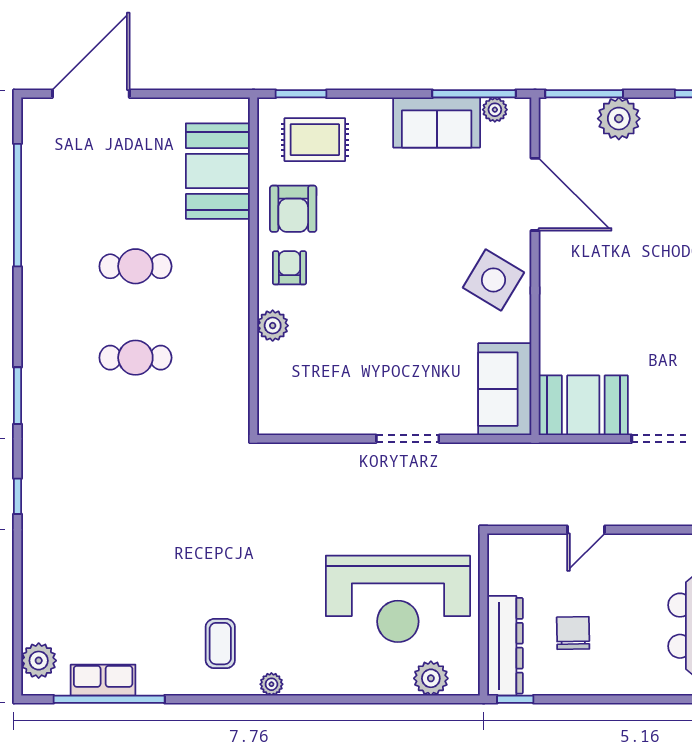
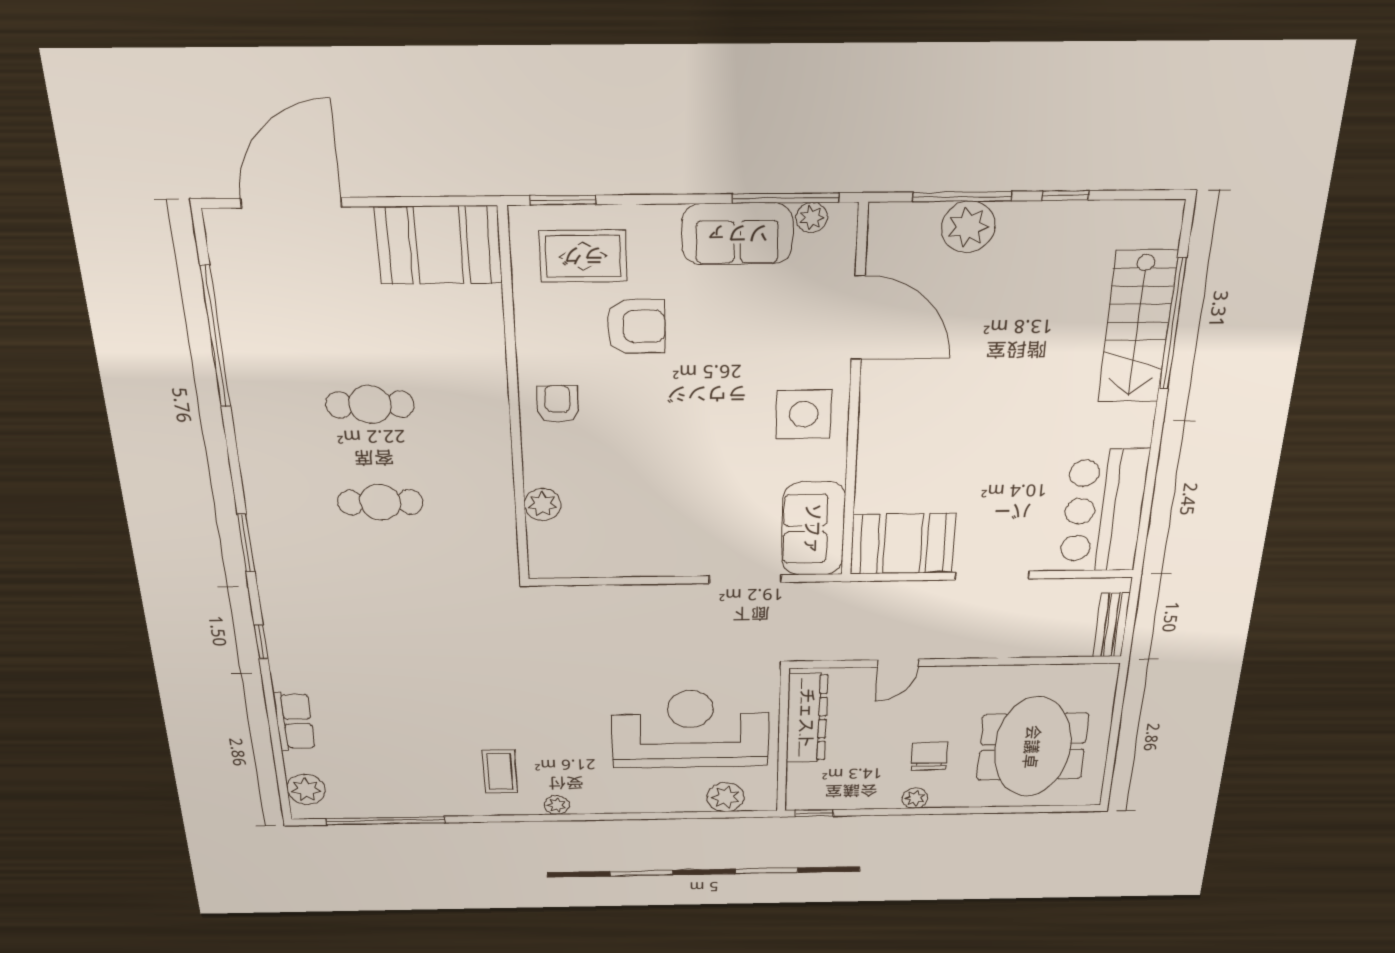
window: (584, 94) -> (962, 197), moved
booth: (218, 171) -> (439, 245), moved, turned 90
armchair: (293, 209) -> (636, 327), moved, turned -90
side table: (493, 280) -> (804, 414), turned -31
plant: (273, 326) -> (542, 504), moved
doorway: (408, 439) -> (745, 579), moved
reception desk: (398, 599) -> (690, 729), turned 180
chair: (573, 633) -> (929, 756), moved
dresser: (505, 646) -> (807, 718), moved
row of seats: (103, 680) -> (294, 721), moved, turned 90
plant: (611, 683) -> (915, 798), added

